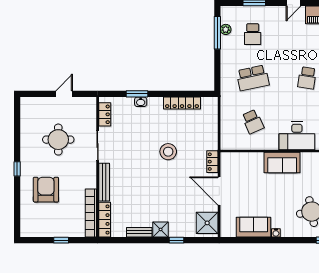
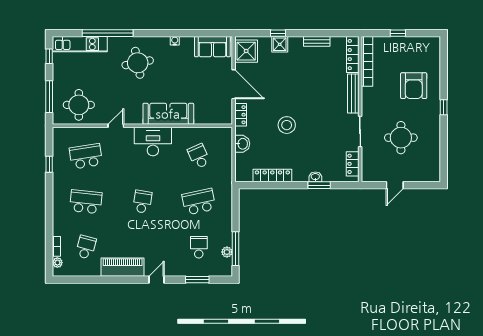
washbasin: (211, 134) -> (242, 144), added
sofa: (282, 163) -> (168, 114), width x1.36
sofa: (254, 227) -> (212, 47), moved
shower: (161, 229) -> (280, 44), moved

